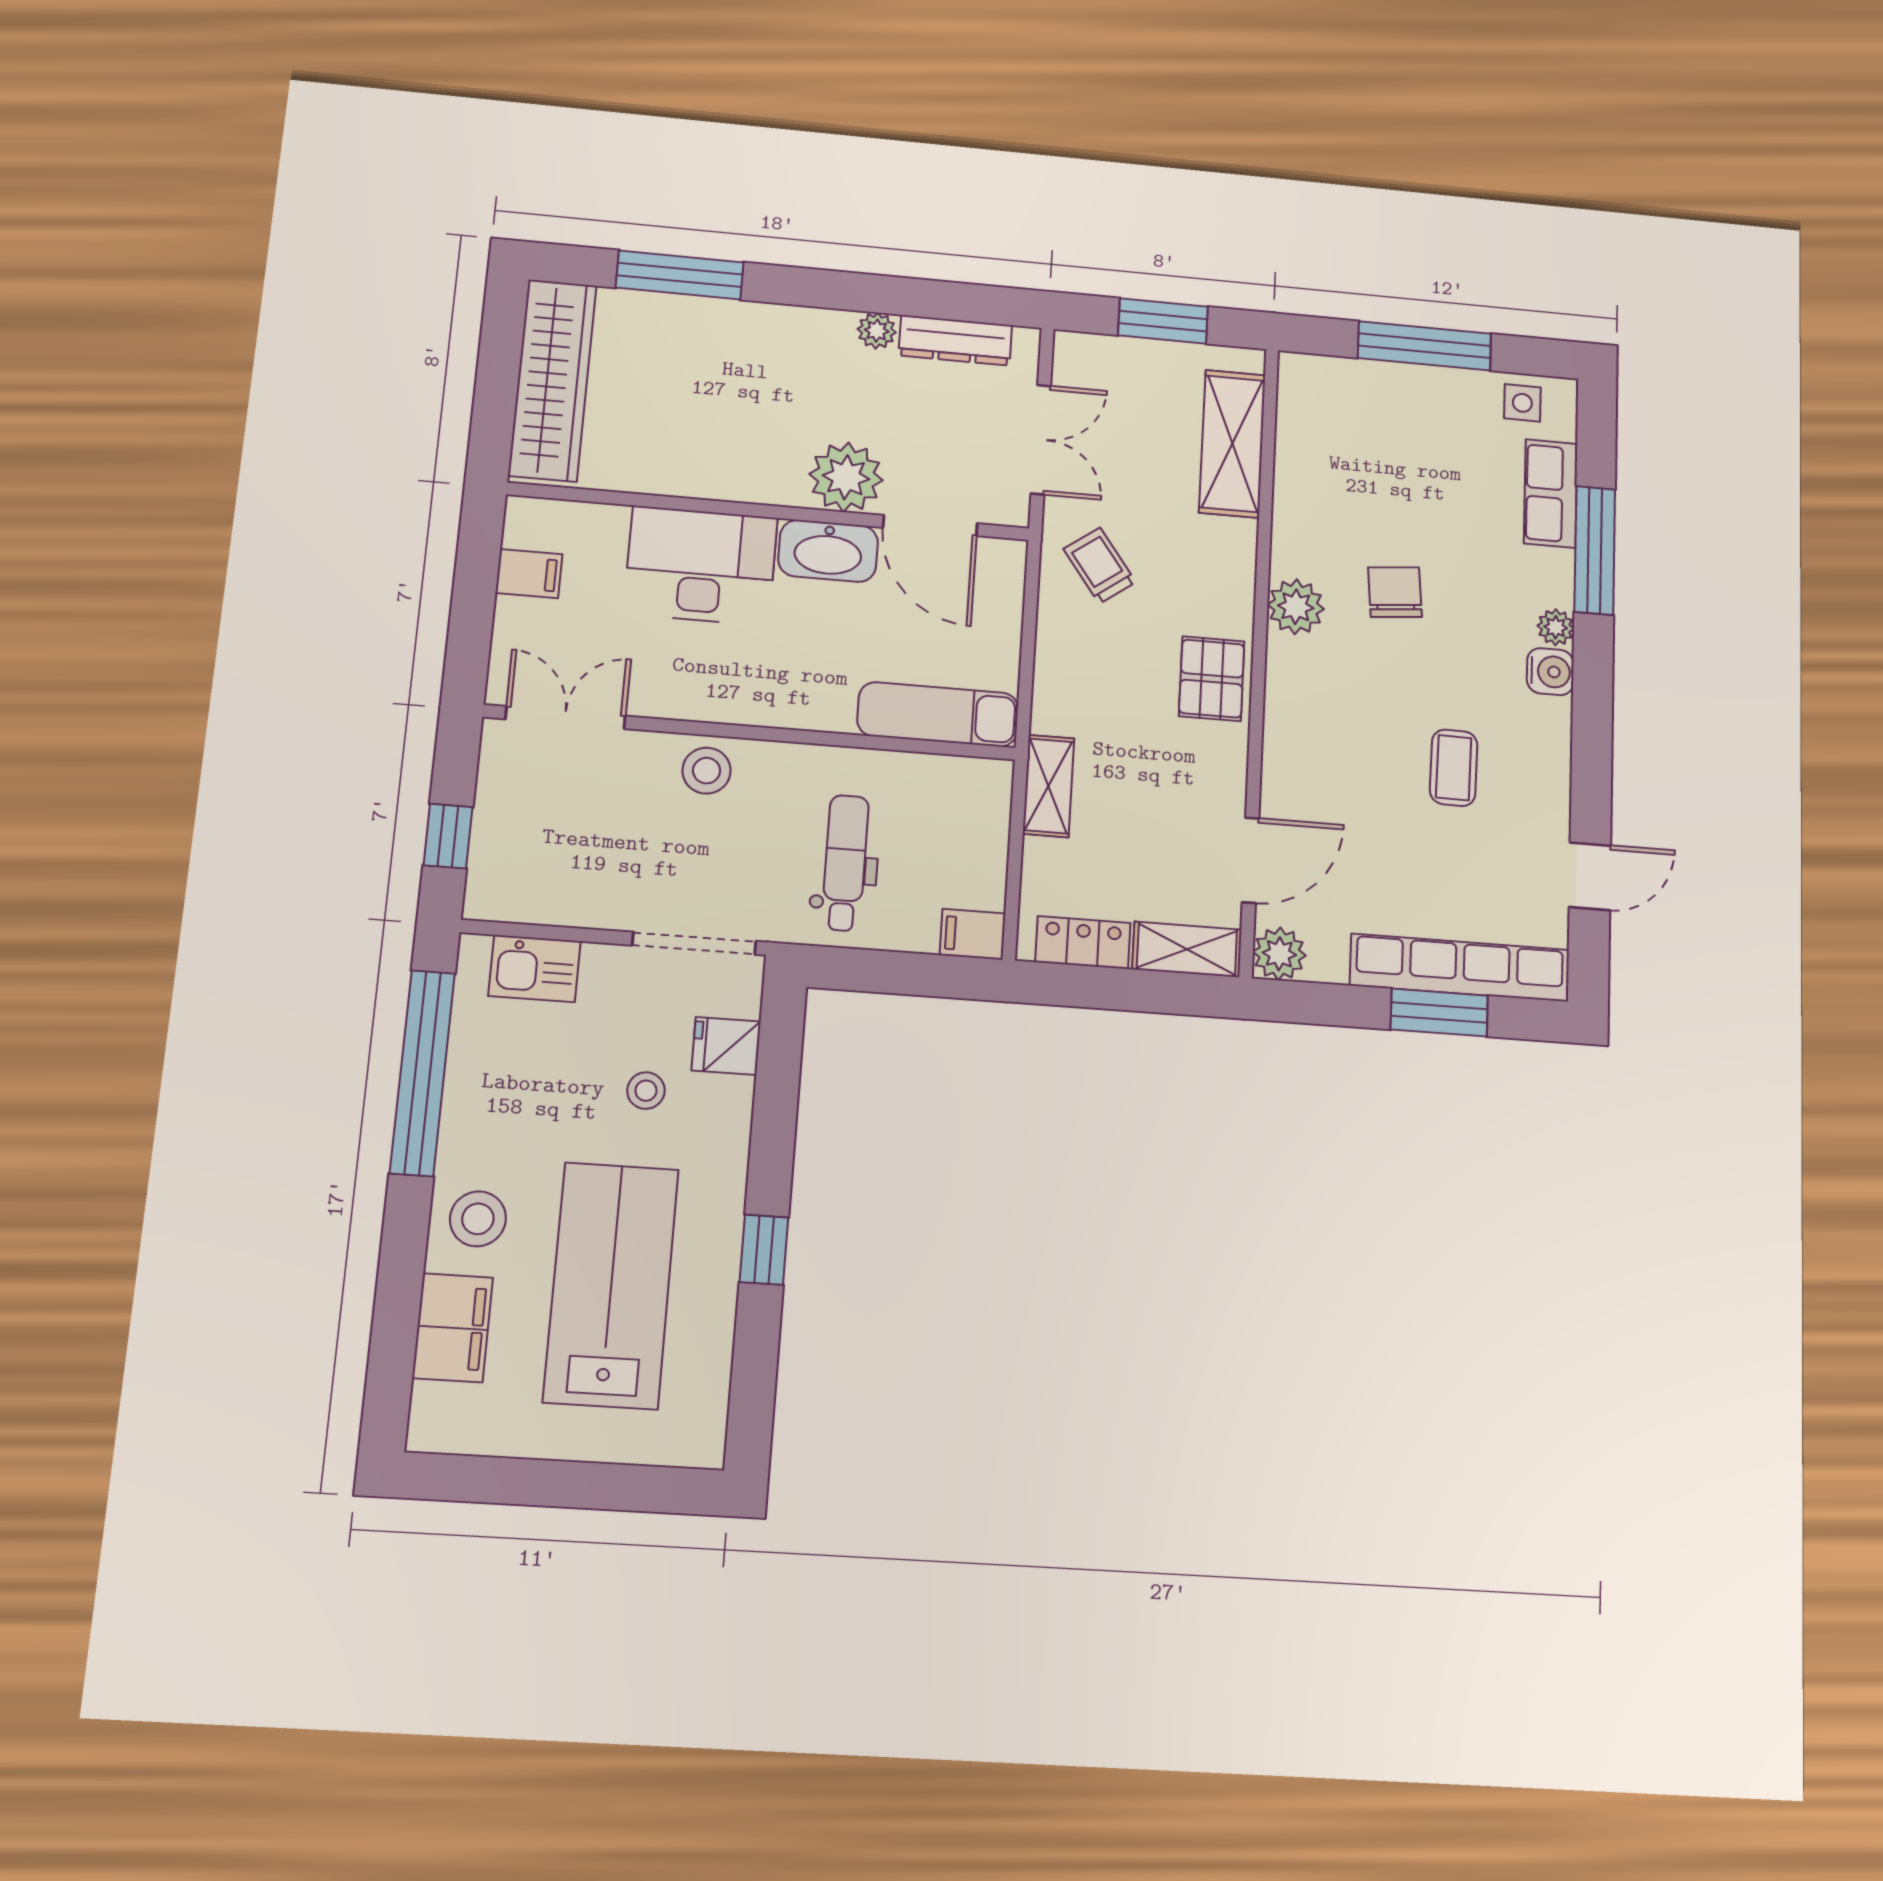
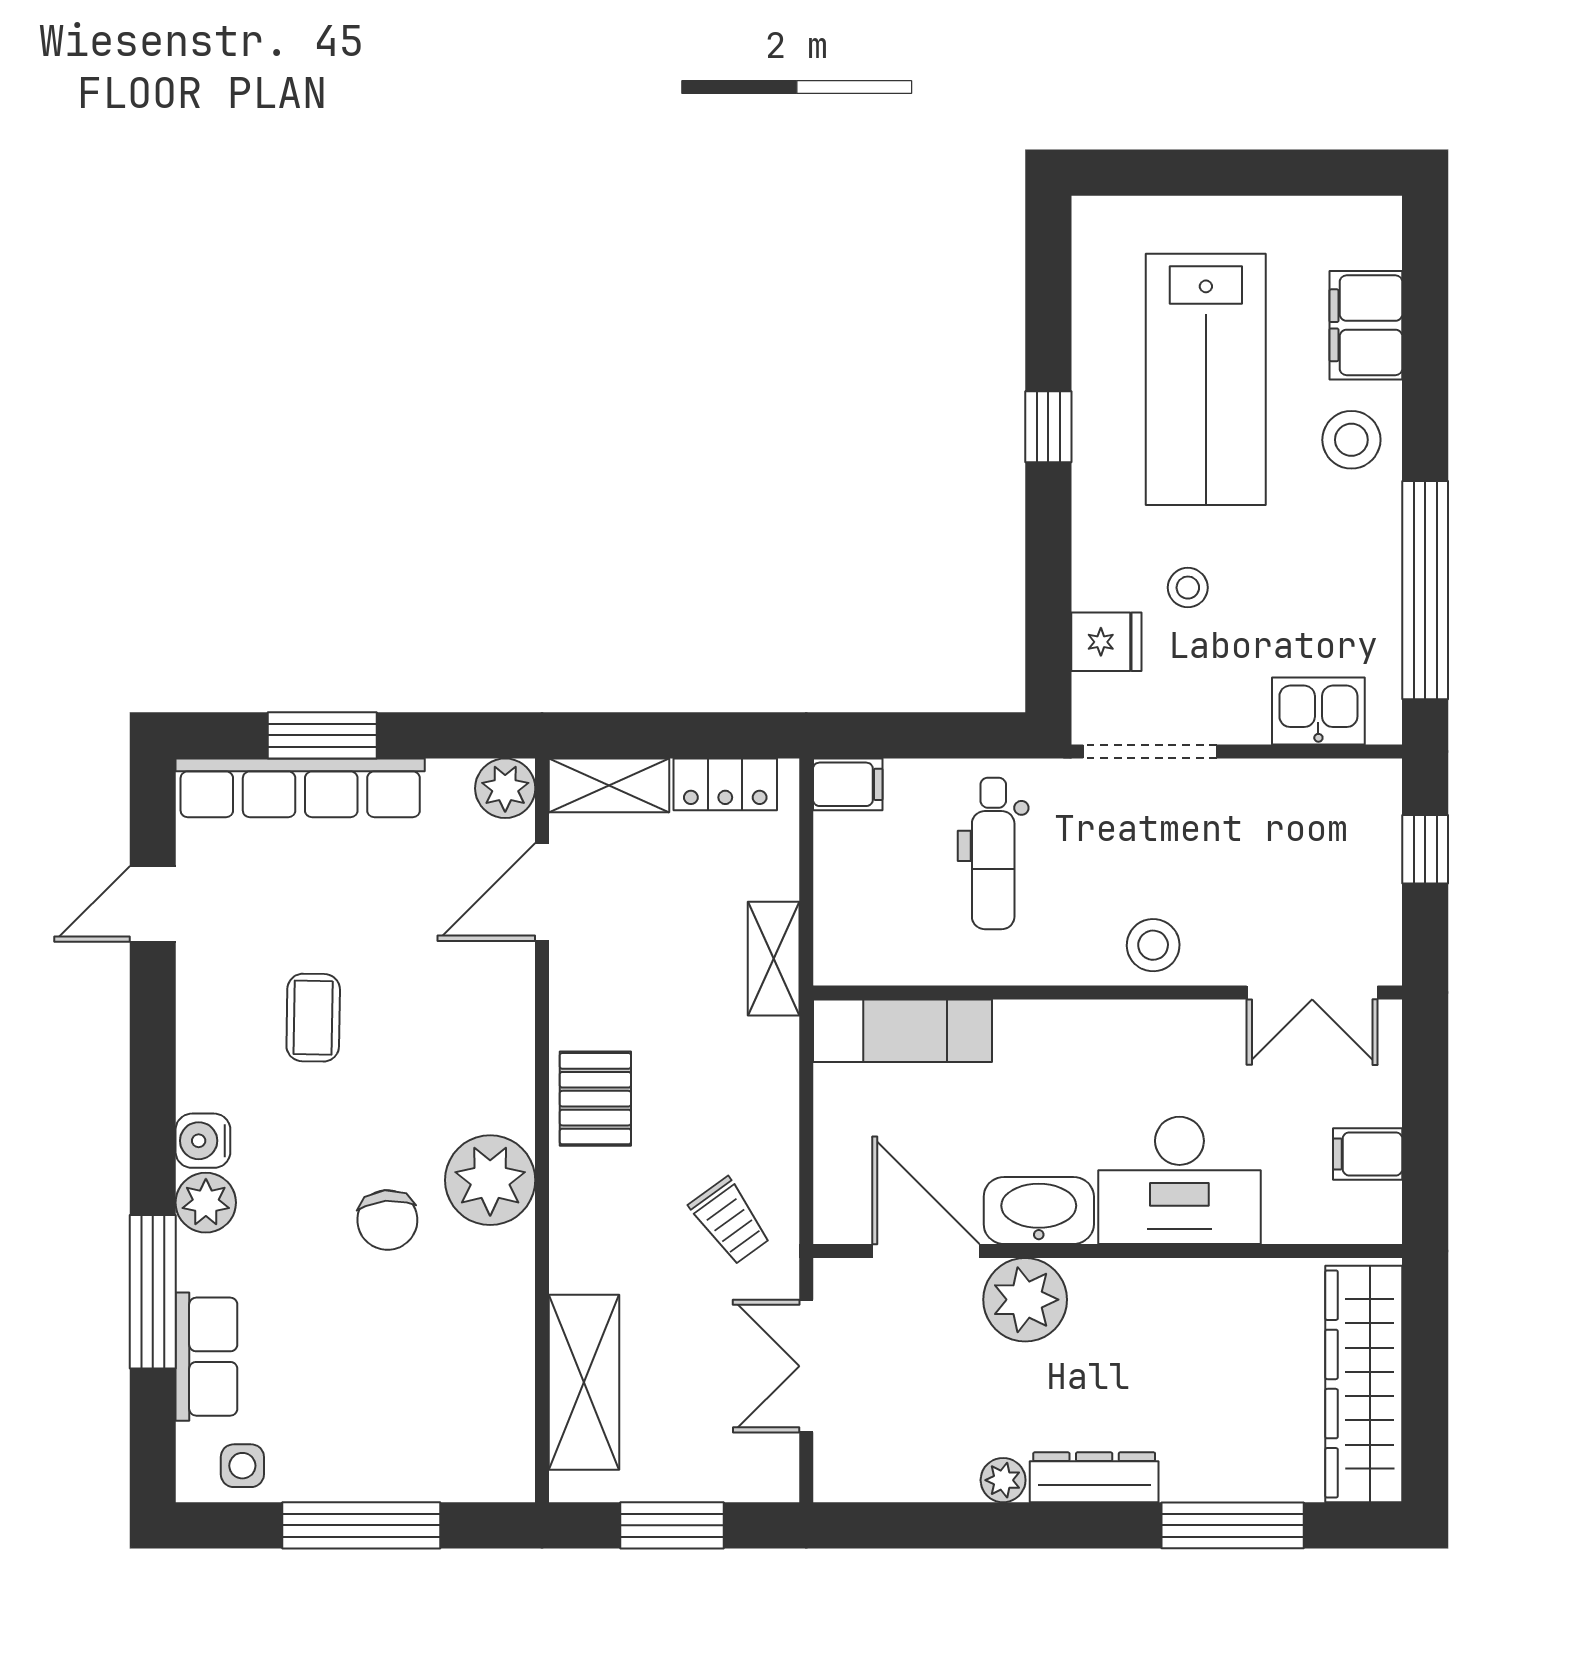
dresser: (955, 340) -> (1094, 1477), moved
plant: (1296, 607) -> (490, 1180), width x1.36, depth x1.36
plant: (1556, 627) -> (206, 1203), width x1.38, depth x1.38

